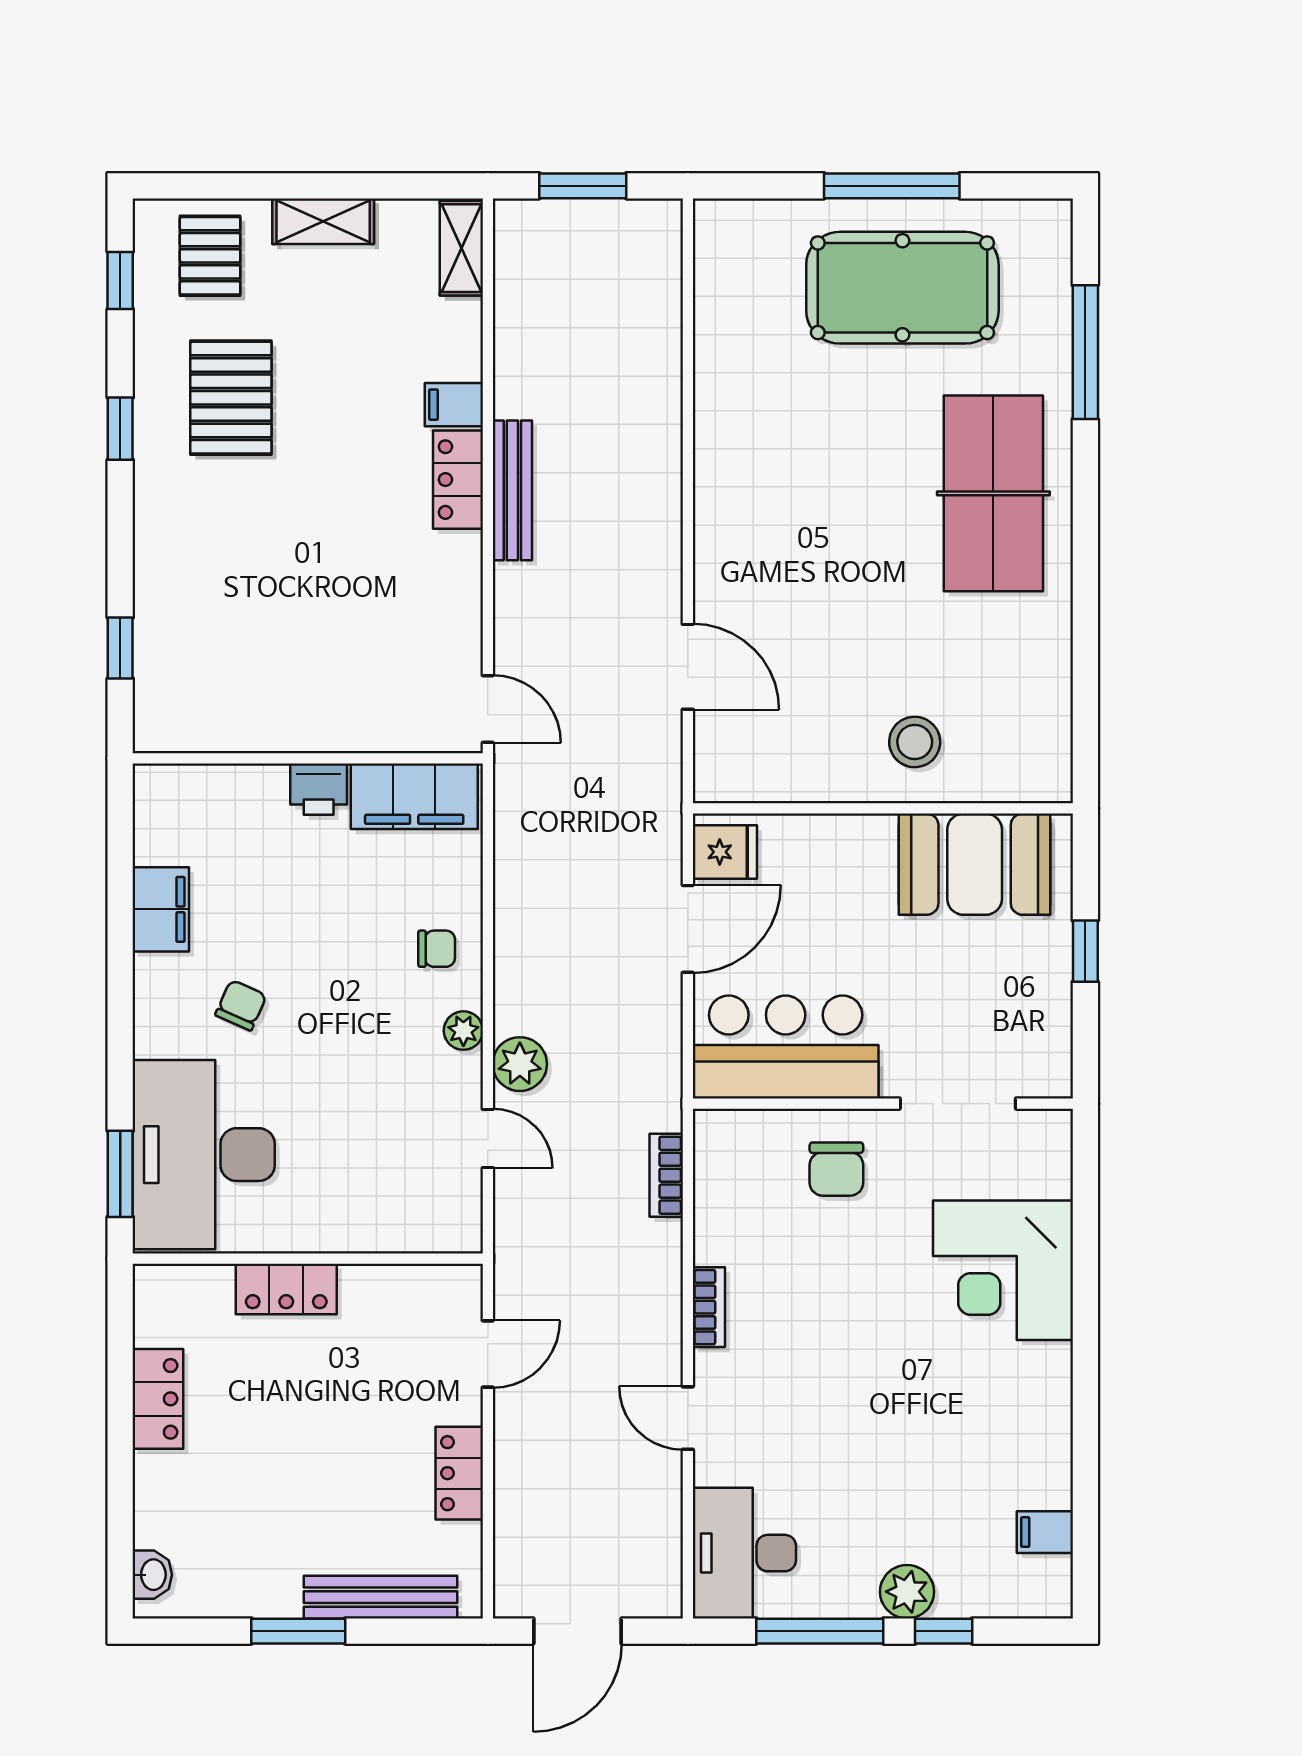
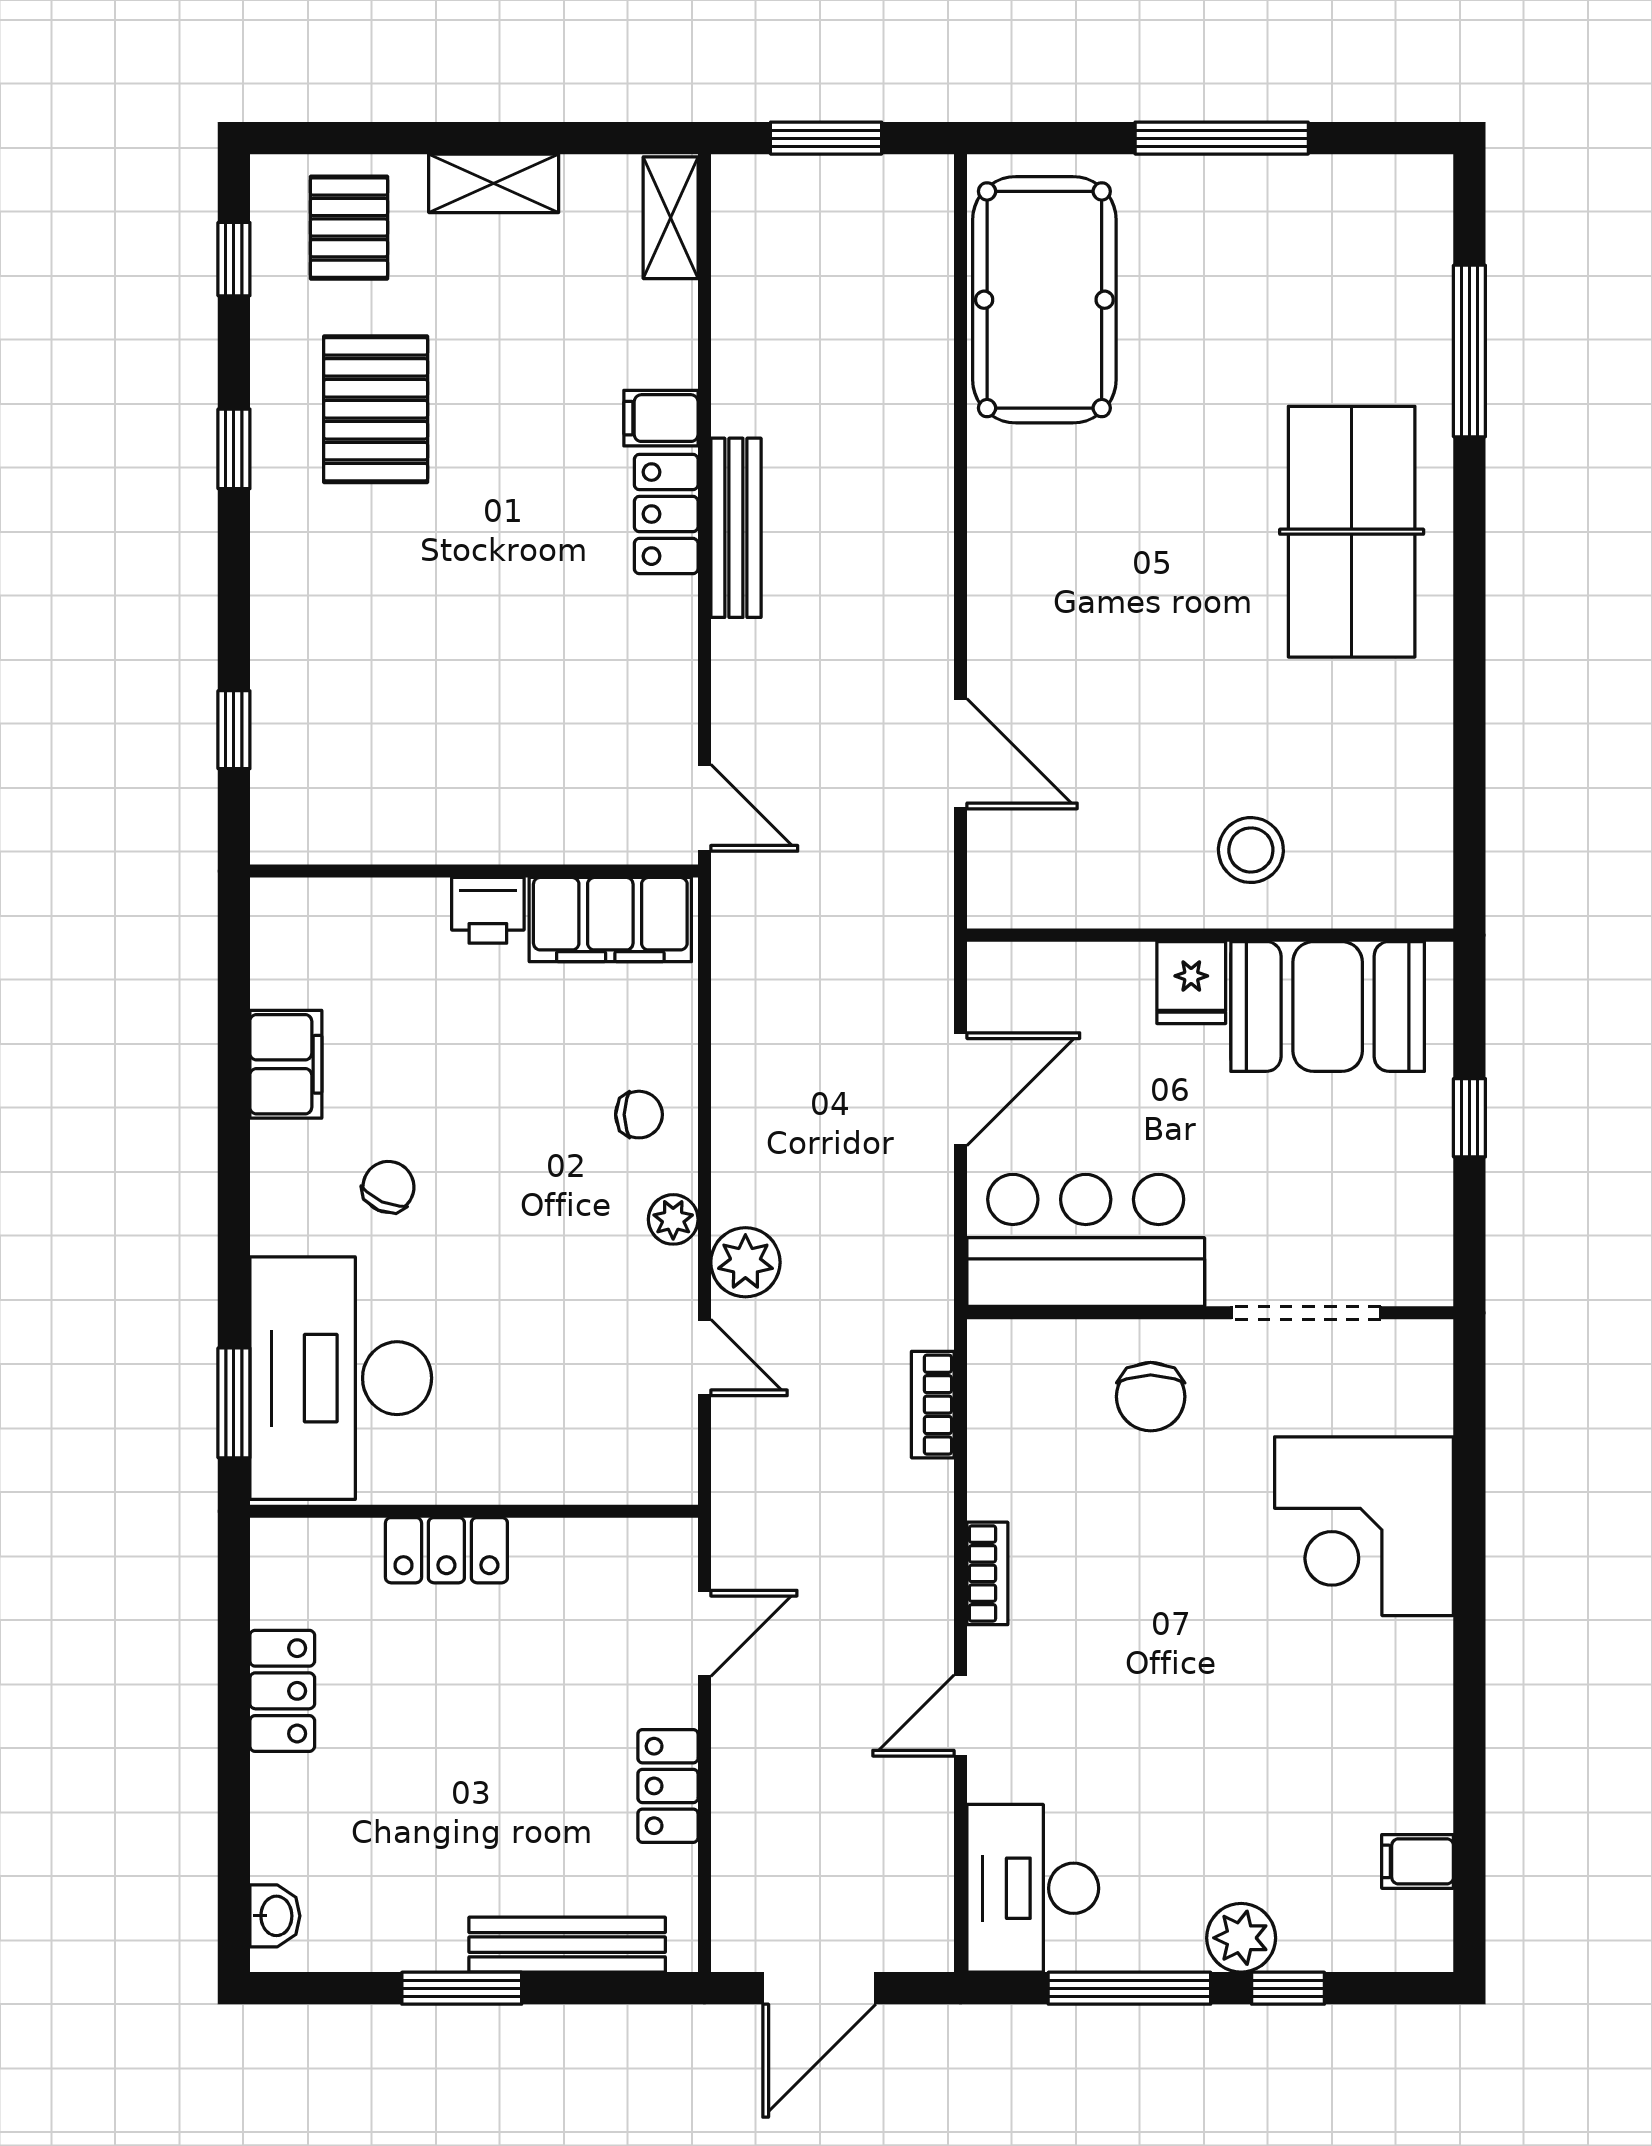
pool table: (902, 288) -> (1044, 300), moved, turned 90
fridge: (725, 852) -> (1191, 983), moved, turned 90
door: (688, 1418) -> (960, 1715), hinge flipped

